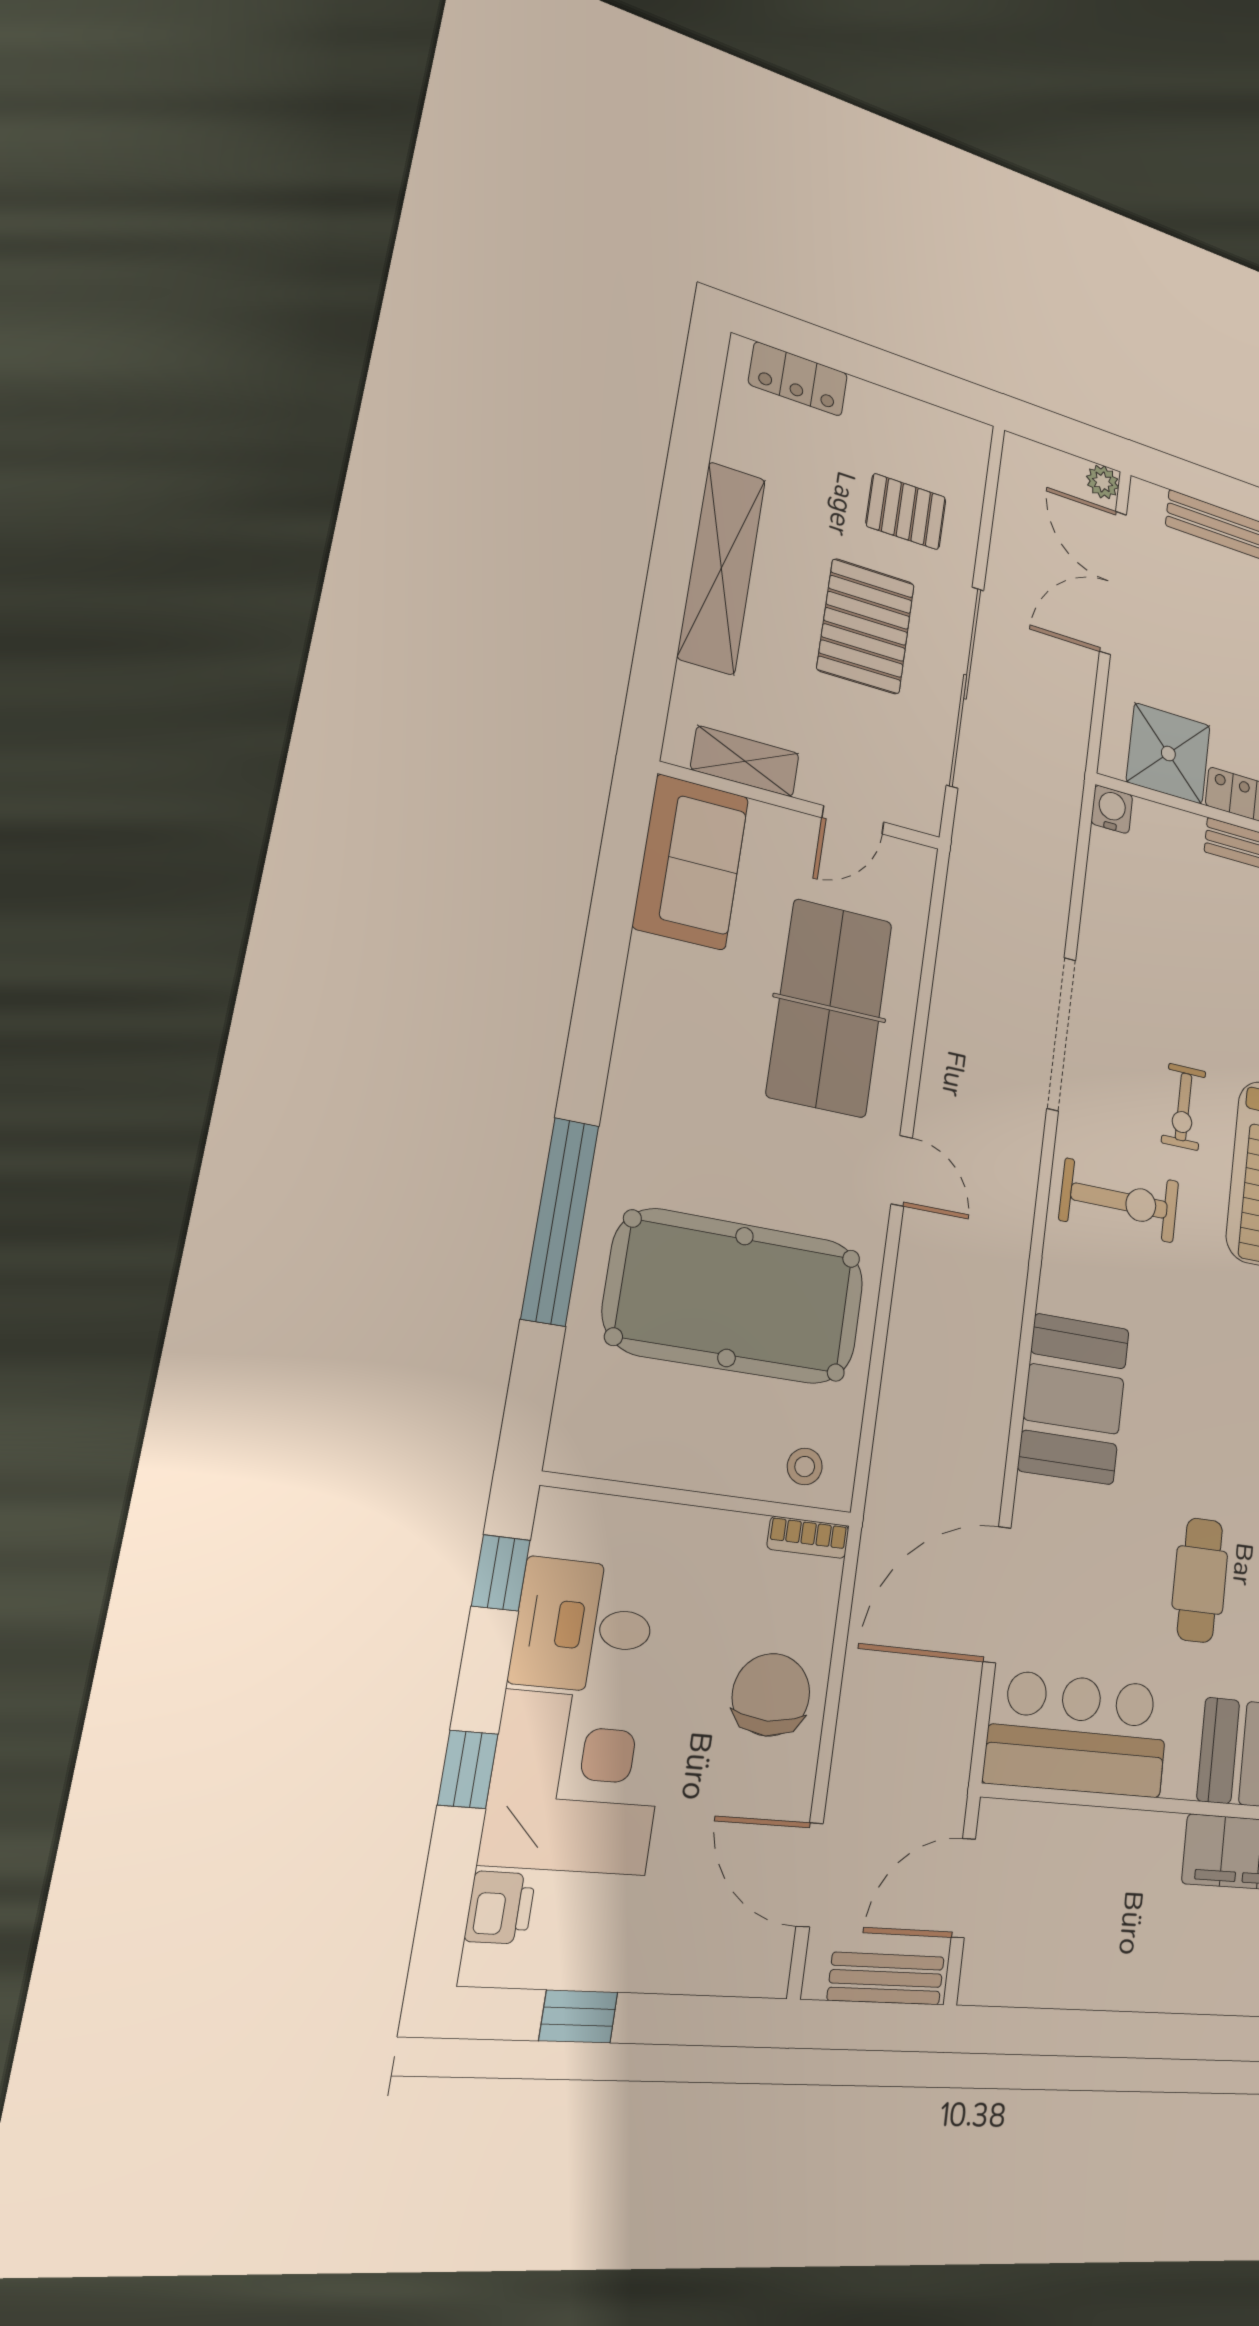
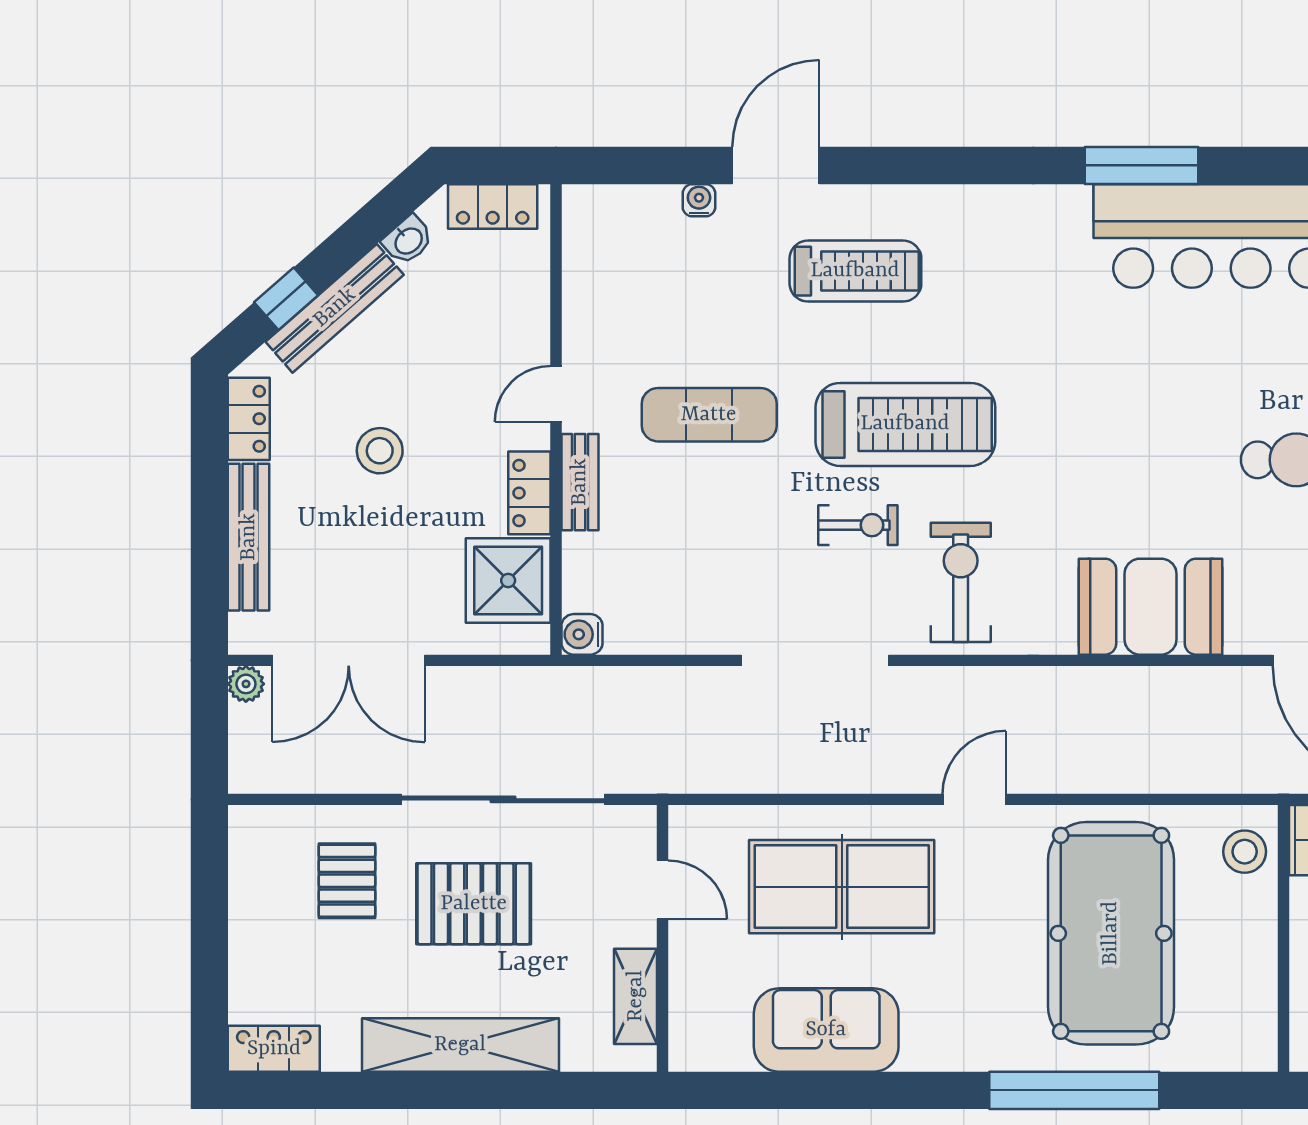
locker: (798, 379) -> (274, 1049), moved, turned -90
sofa: (691, 862) -> (826, 1030), moved
stool: (805, 1467) -> (1245, 852), width x1.37, depth x1.37

